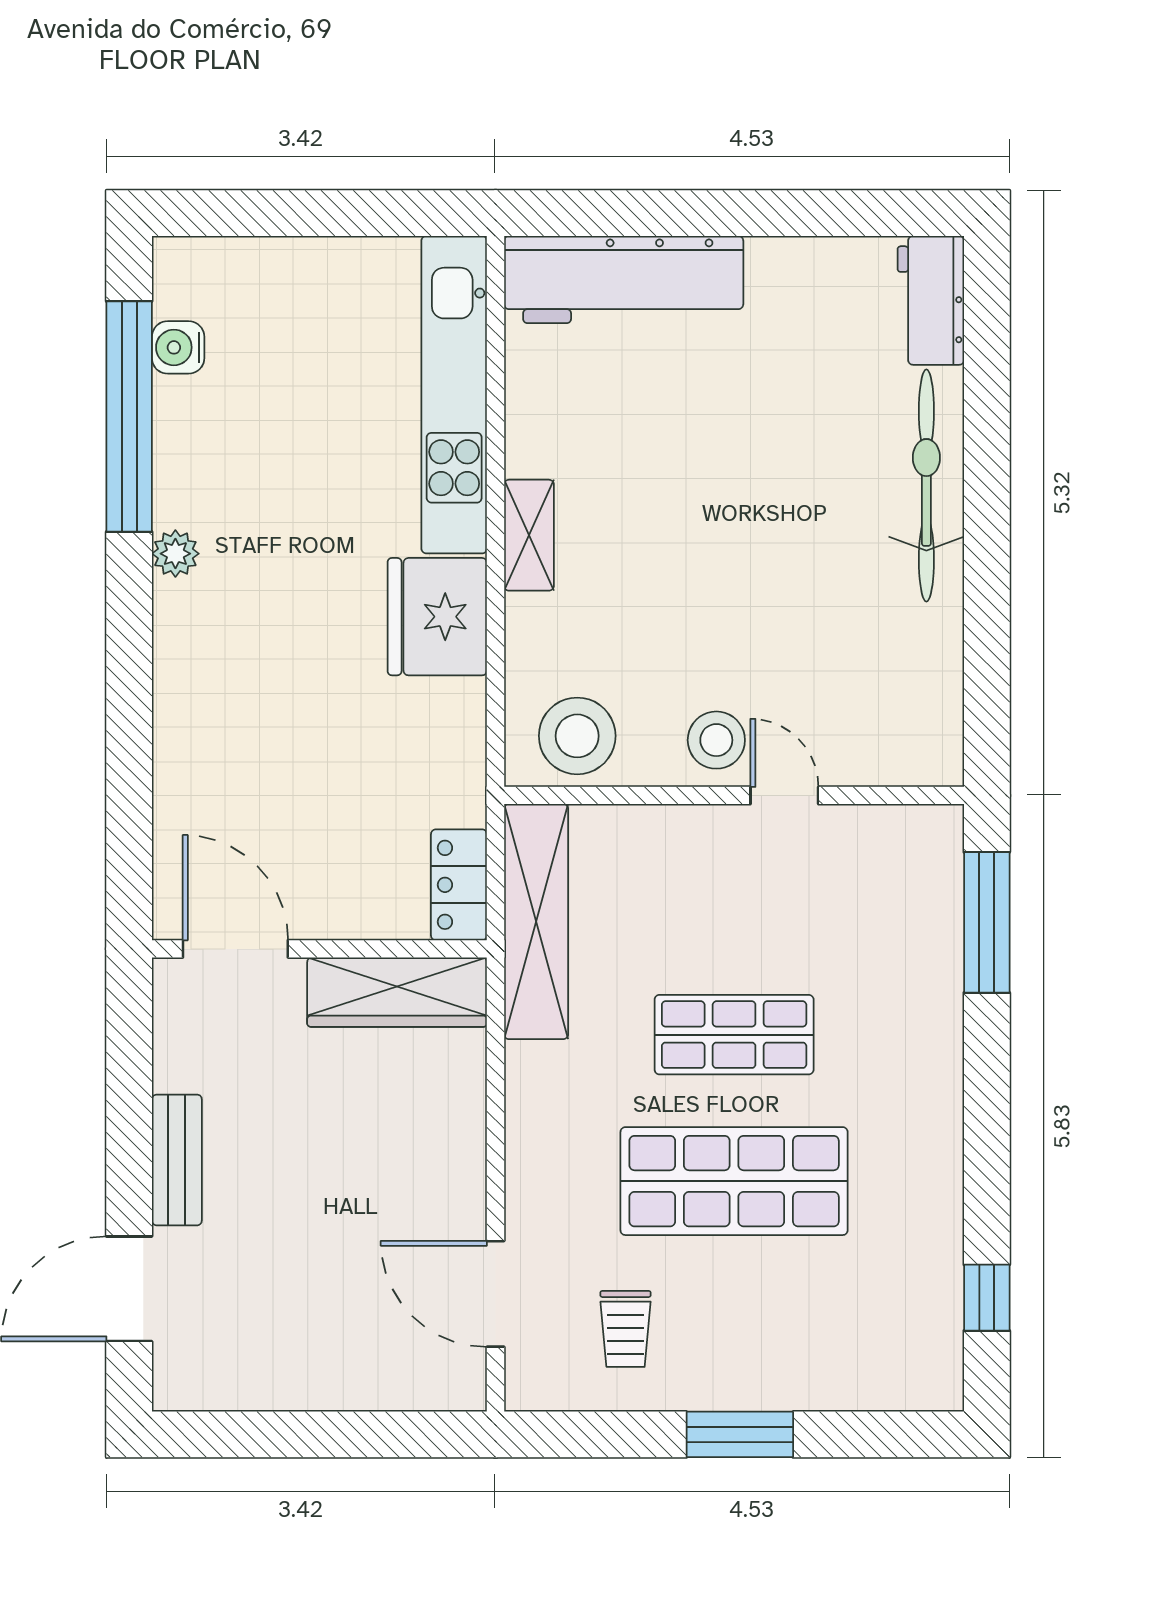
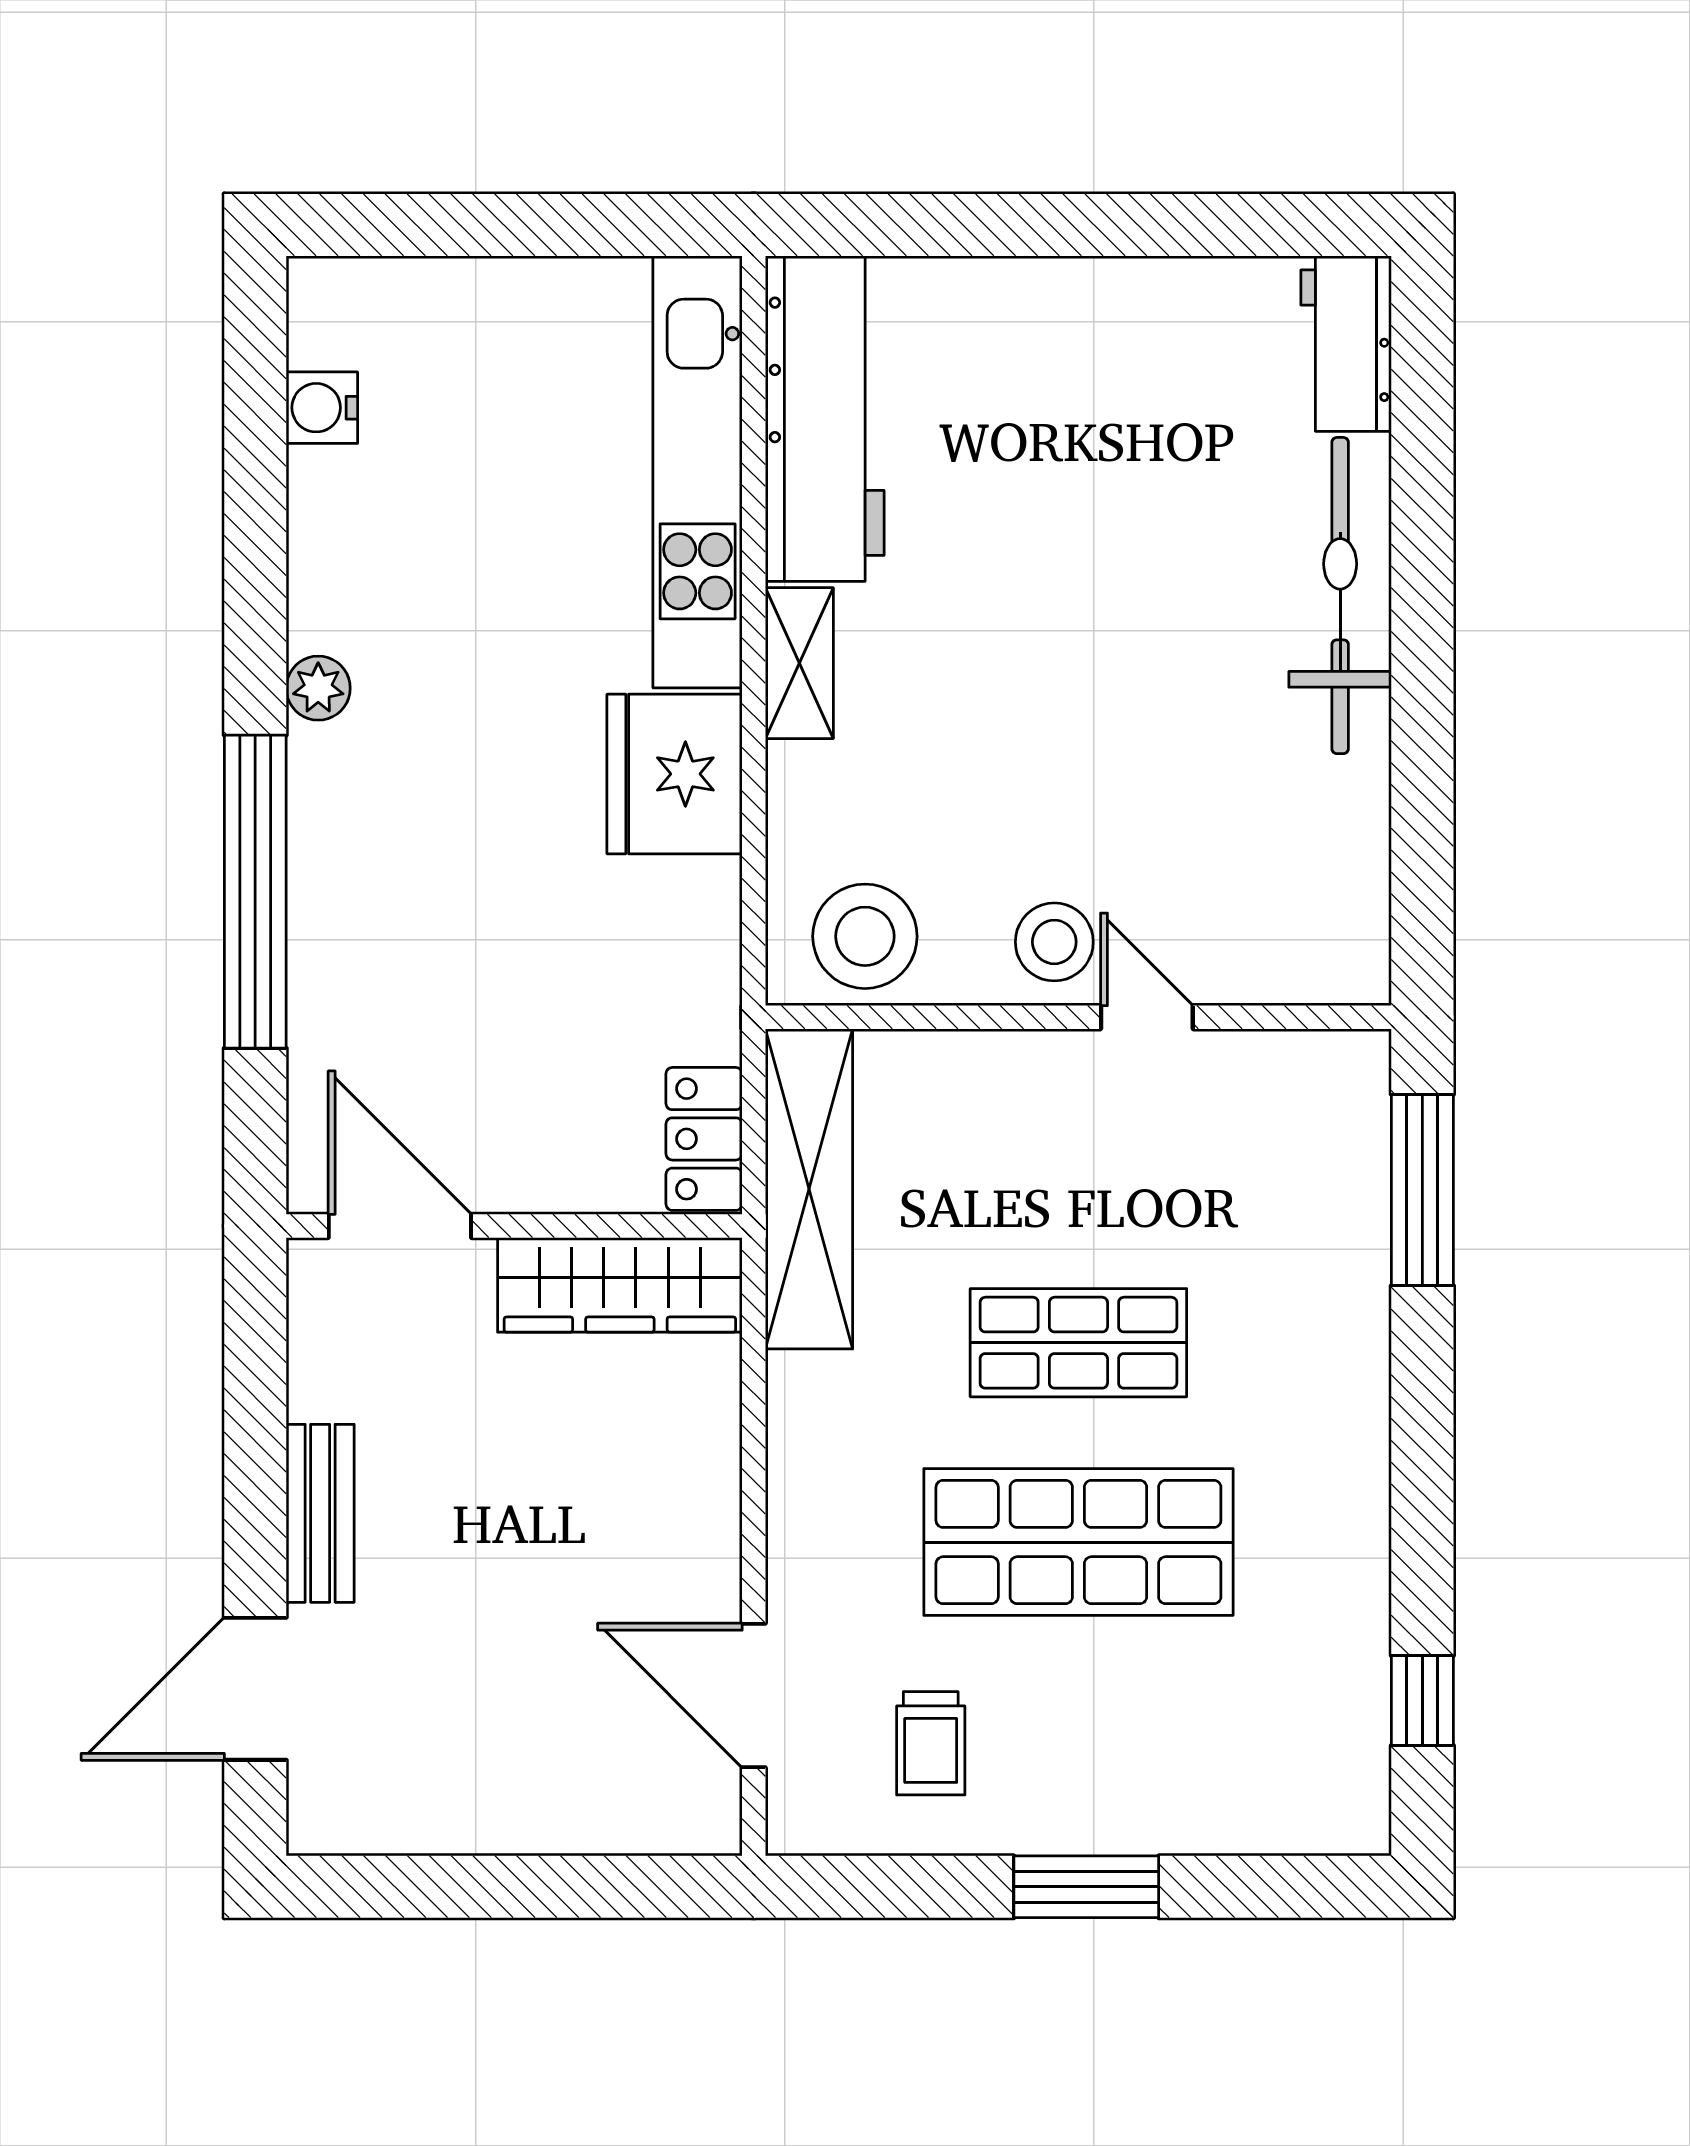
workbench: (624, 280) -> (825, 419), moved, turned -90
window: (129, 416) -> (255, 892), moved

